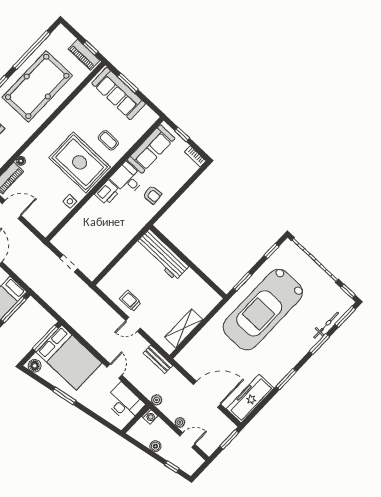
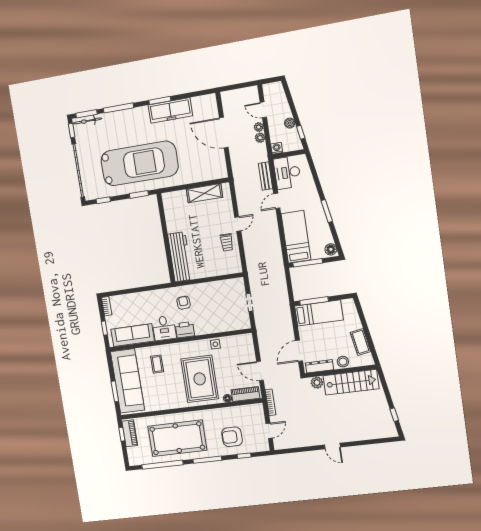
sofa: (119, 94) -> (127, 381), width x1.36, depth x1.27
rug: (80, 162) -> (200, 379), moved
armchair: (152, 195) -> (184, 303), moved
door: (133, 324) -> (238, 224), hinge flipped
bicycle: (326, 325) -> (87, 121), moved
window: (319, 344) -> (118, 108), width x1.44
bed: (69, 358) -> (296, 237), width x0.67
bench: (158, 359) -> (265, 176), moved
freezer: (250, 398) -> (170, 110), moved
plant: (157, 400) -> (260, 138), moved
window: (229, 439) -> (233, 87), removed
window: (172, 467) -> (301, 132), moved

